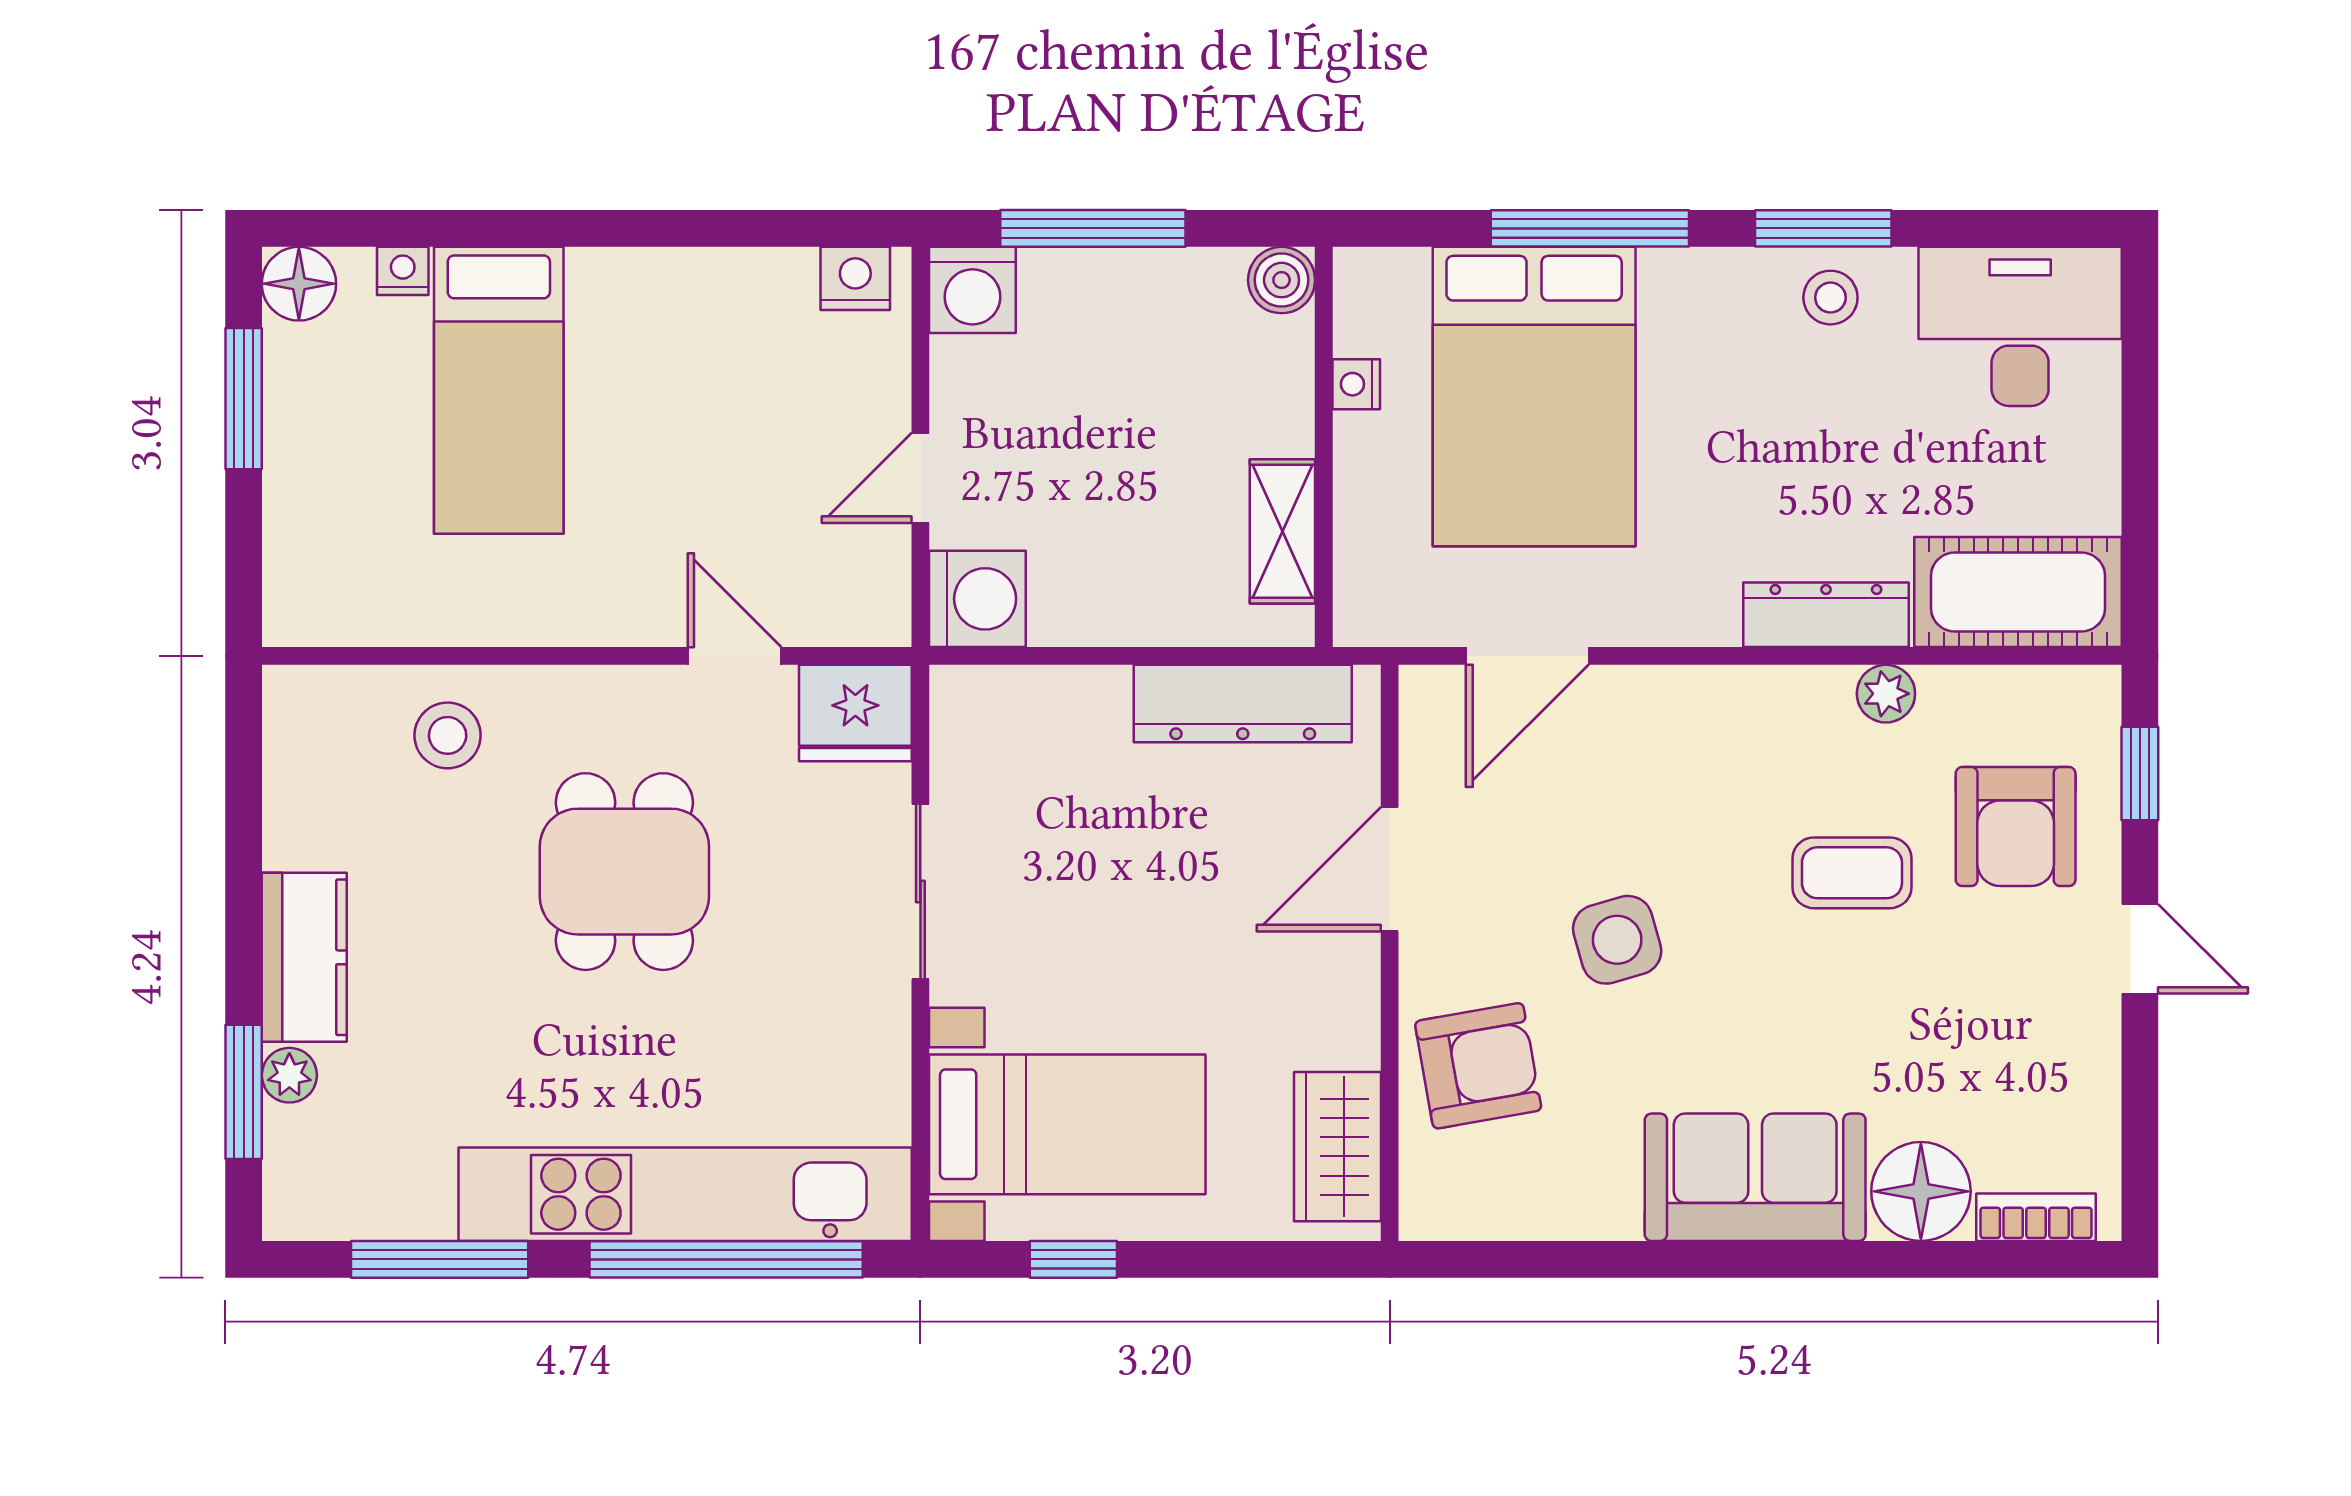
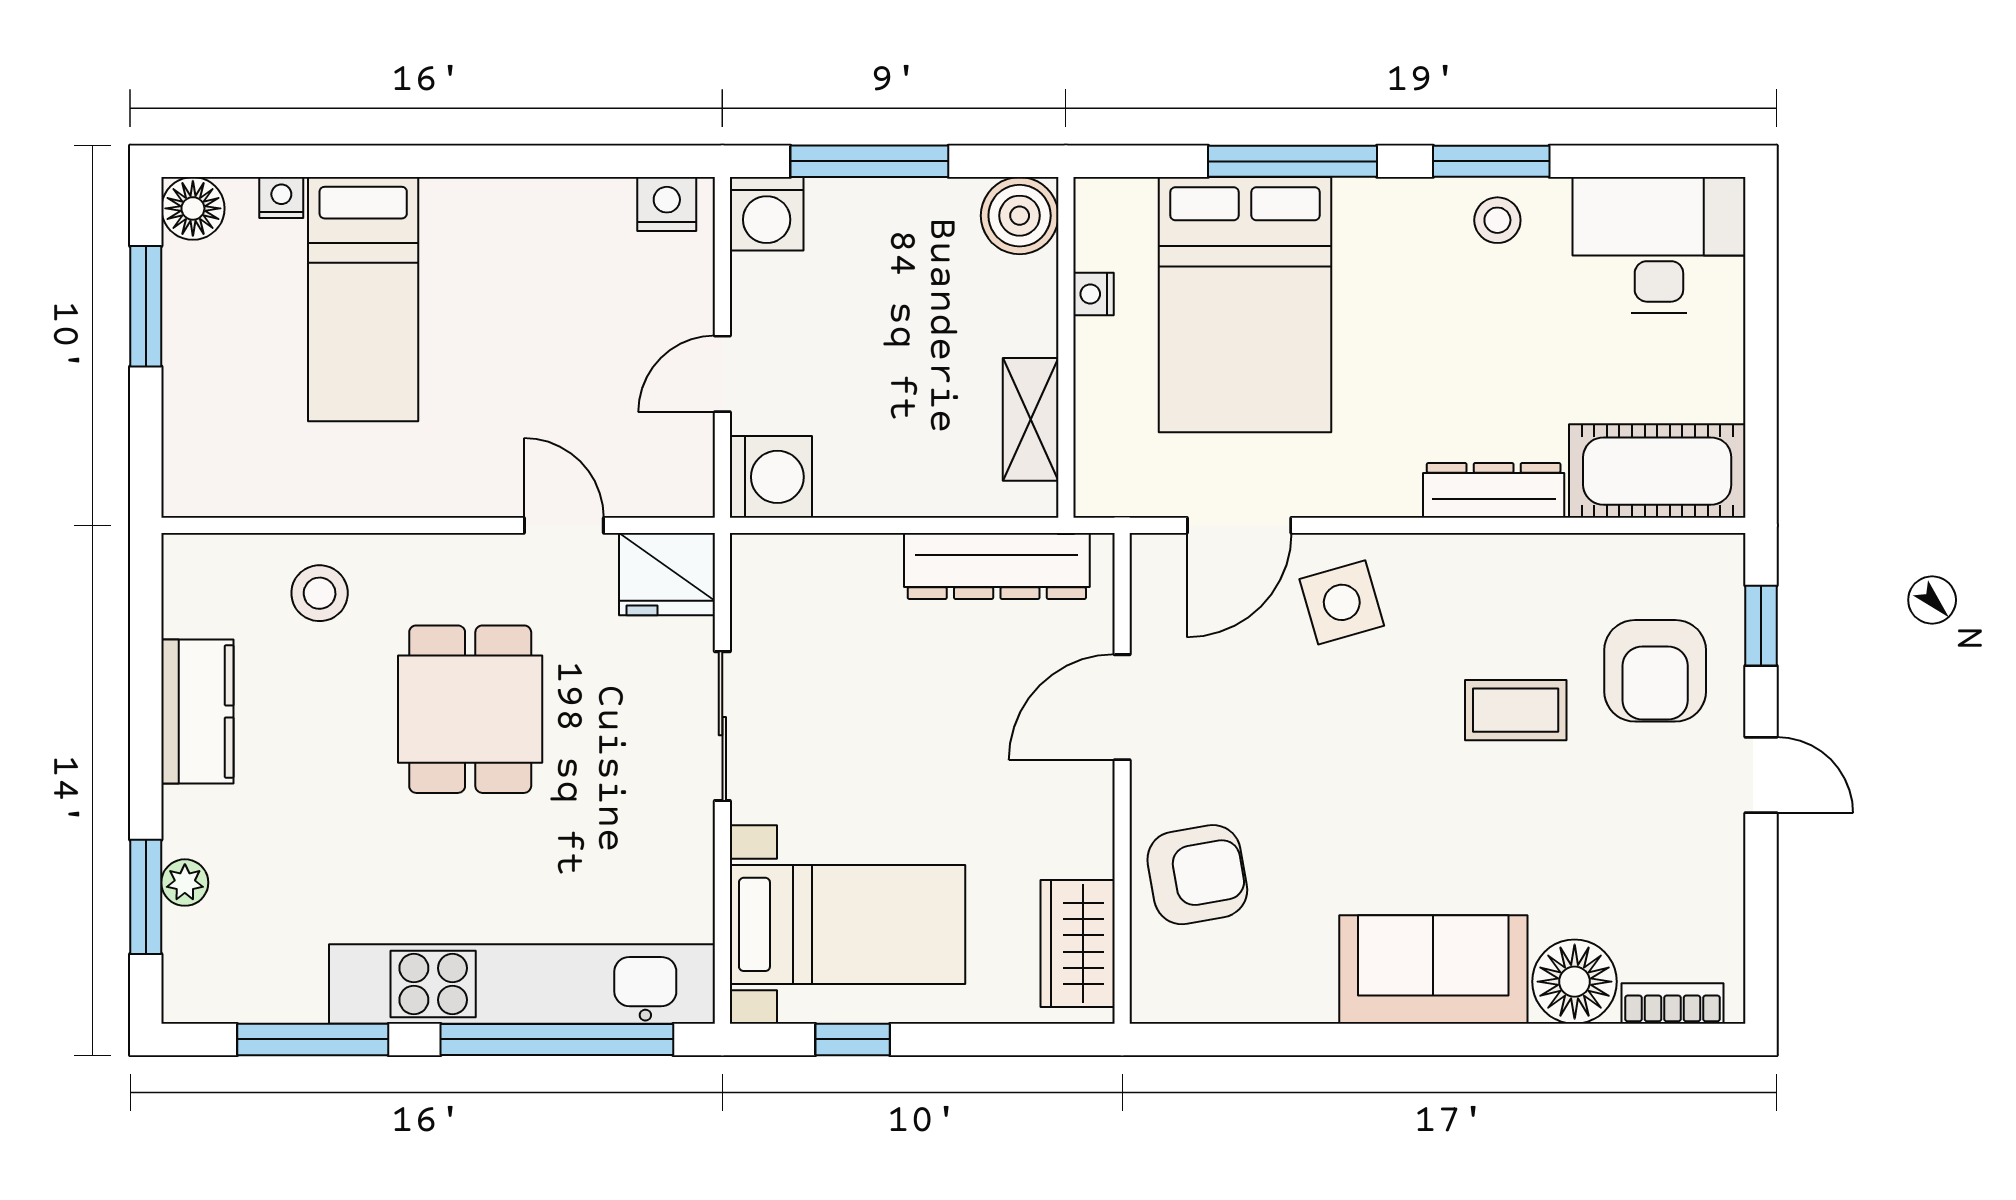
boiler: (1282, 280) -> (1020, 216), width x1.36, depth x1.36
plant: (1886, 694) -> (1545, 558), removed
side table: (1617, 940) -> (1342, 602), moved
kitchen counter: (304, 957) -> (197, 711), moved

